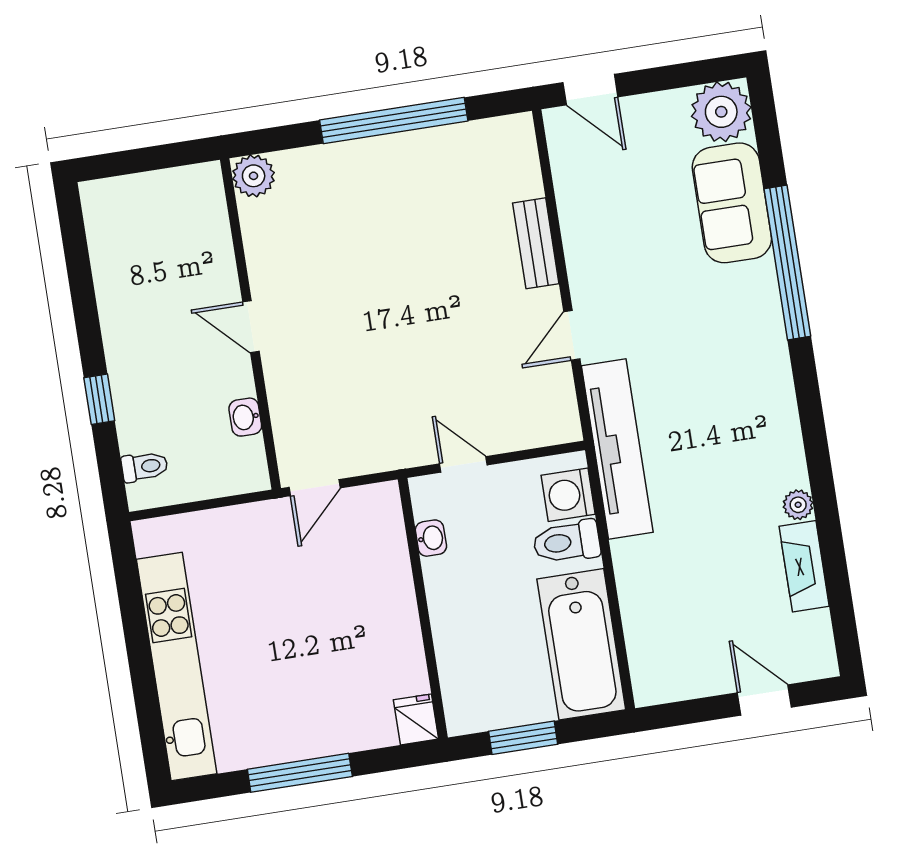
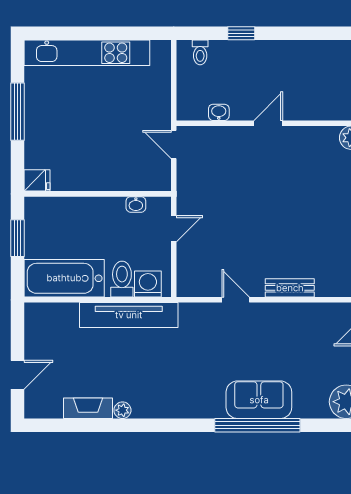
sofa: (732, 203) -> (259, 400), moved
tv unit: (617, 449) -> (129, 315), moved

